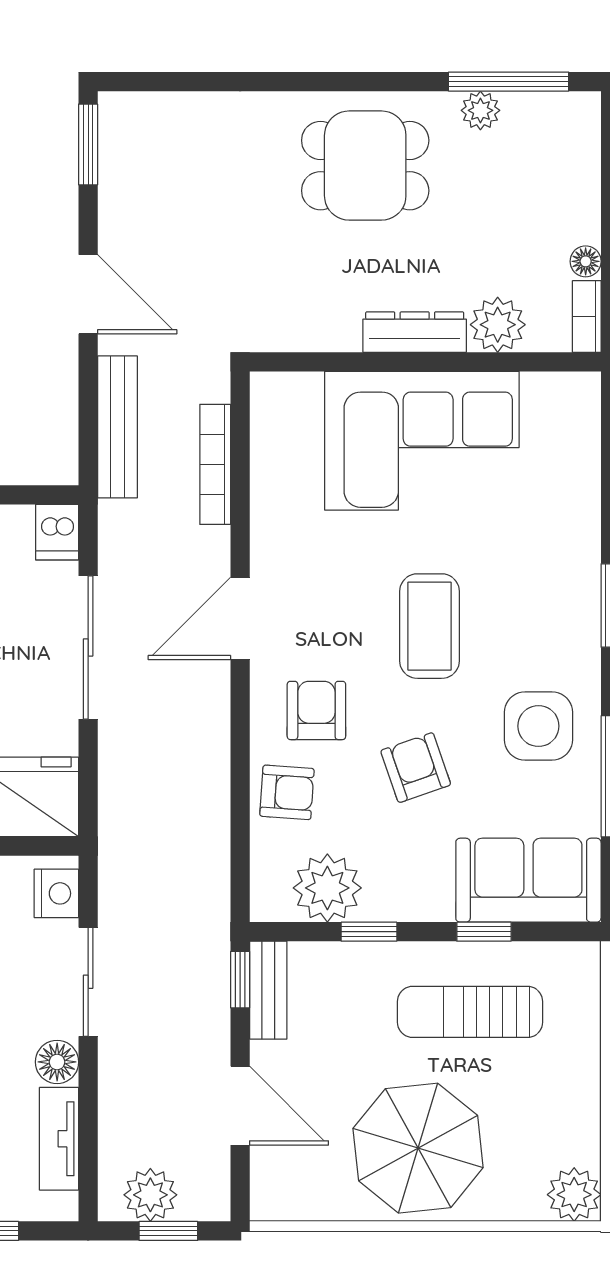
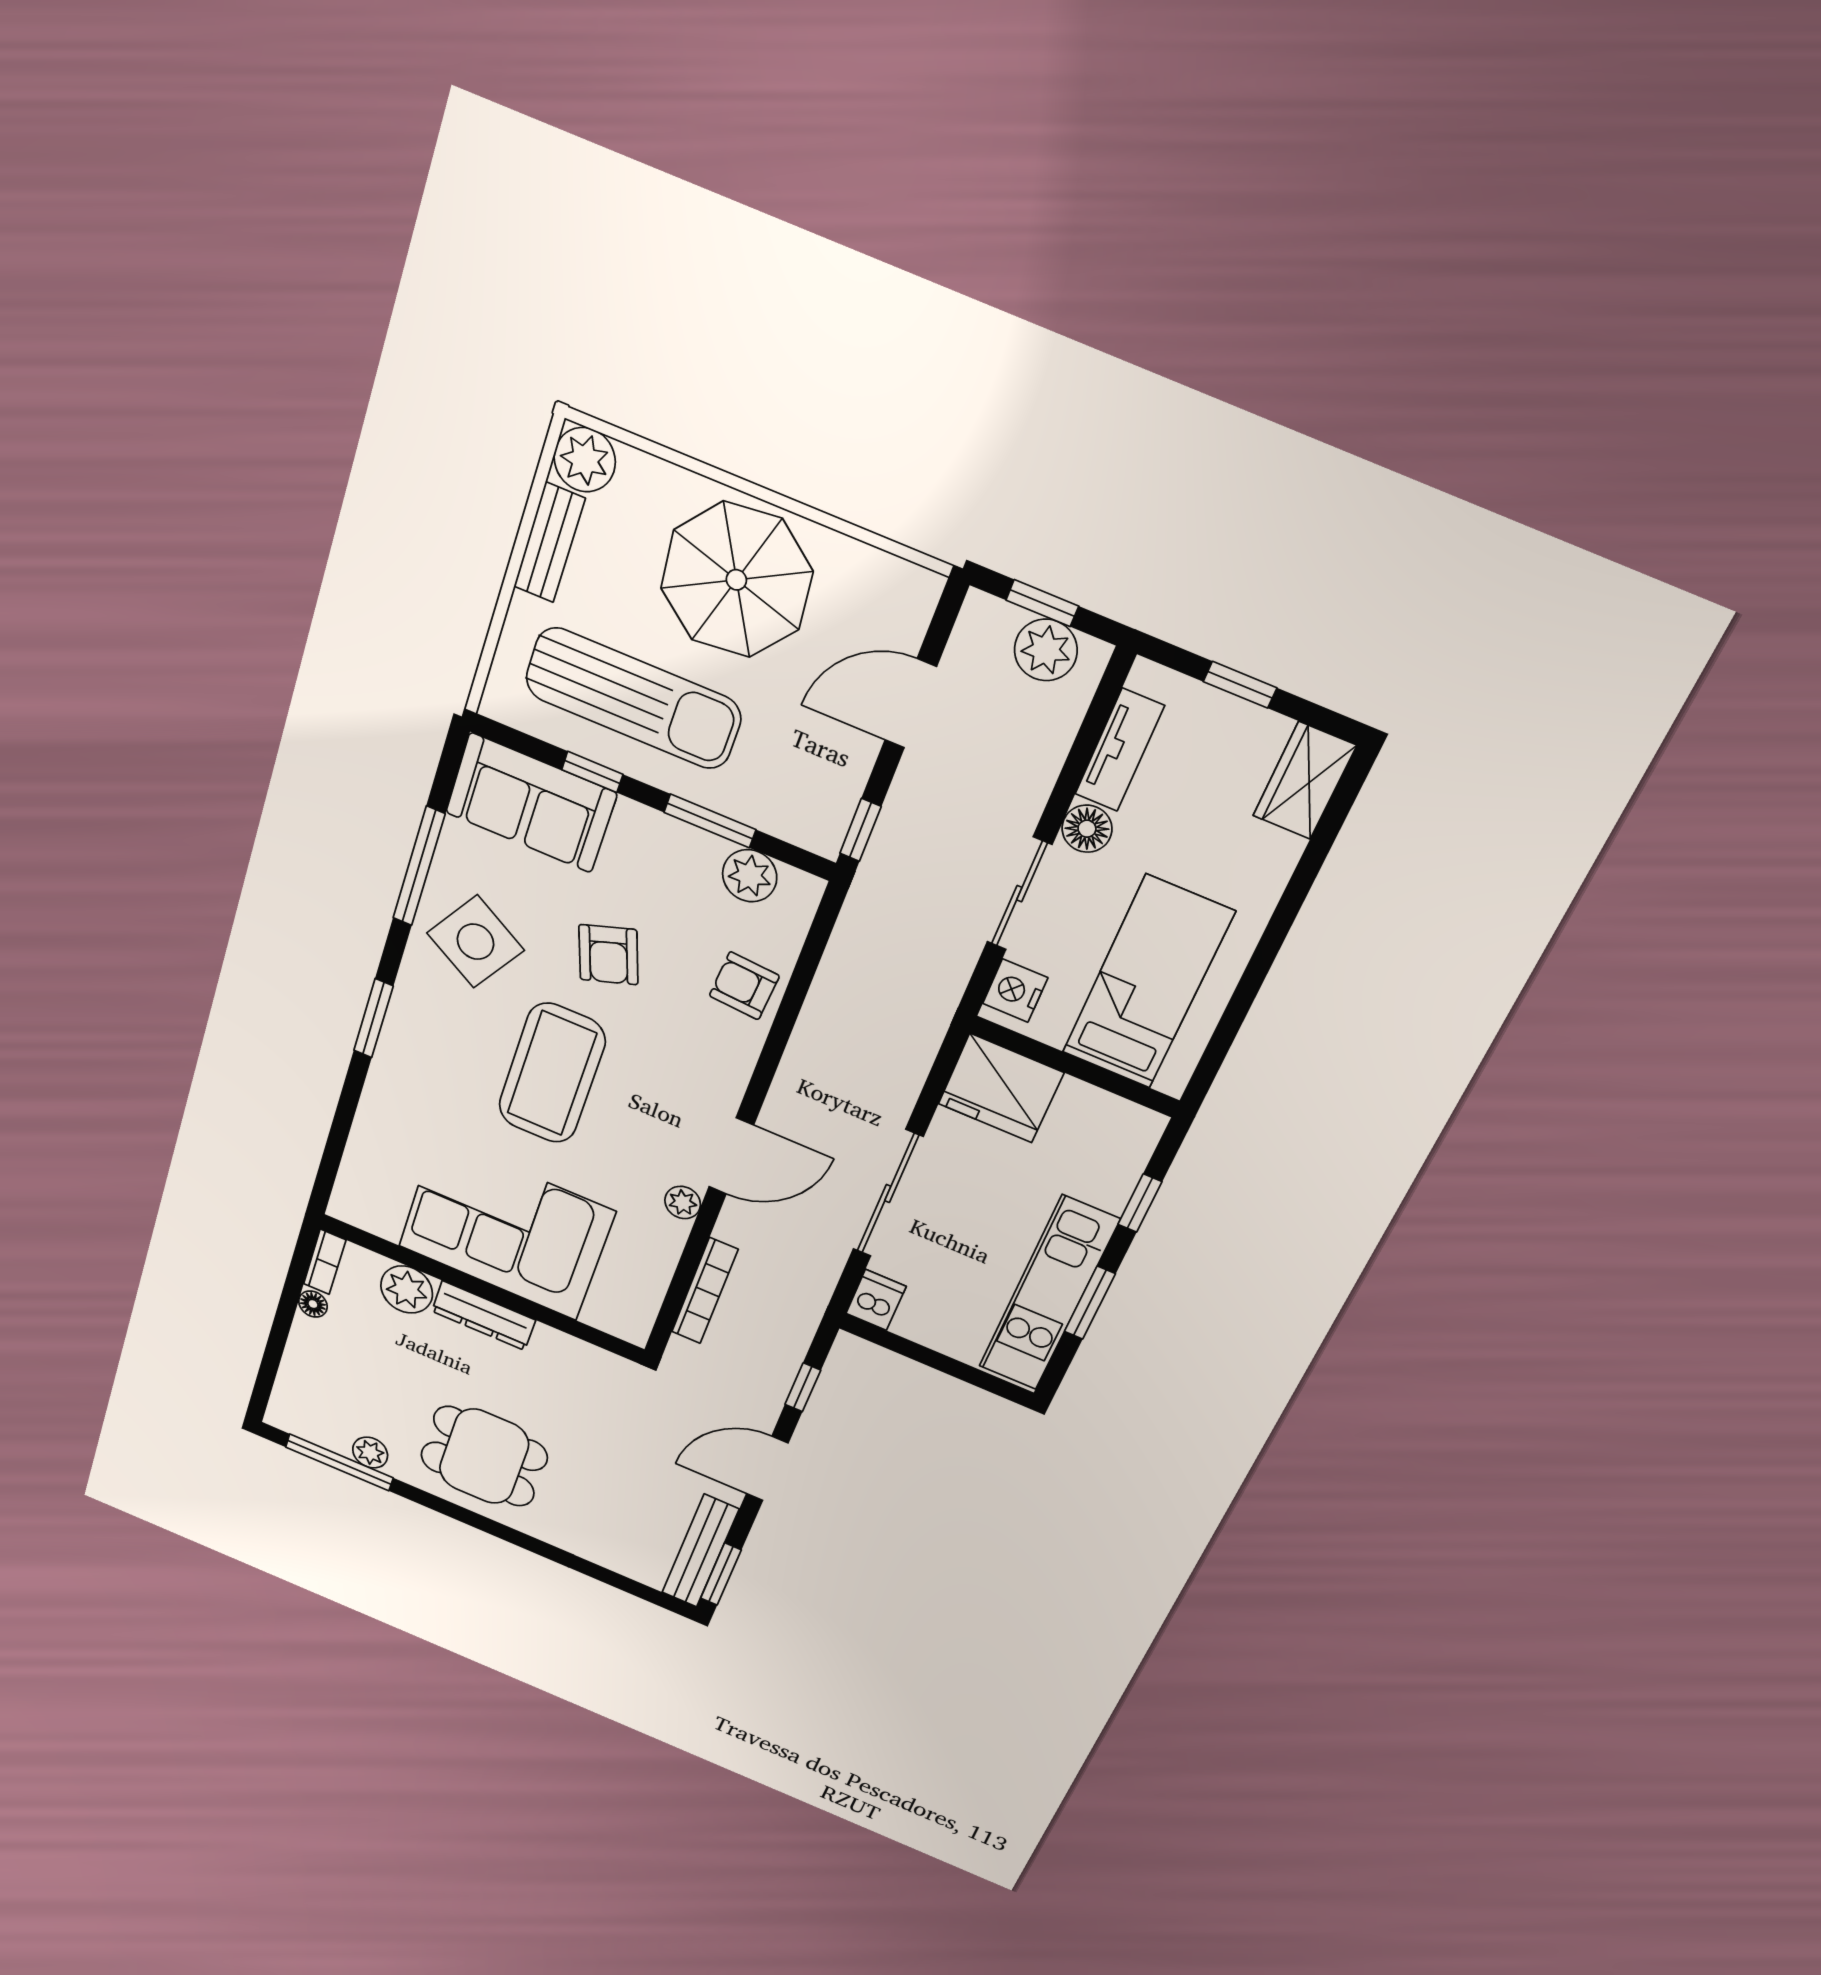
door: (88, 294) -> (767, 1468), hinge flipped
window: (88, 404) -> (803, 1387), added
bench: (117, 427) -> (700, 1551), moved
plant: (267, 549) -> (683, 1202), added
coffee table: (430, 626) -> (552, 1073), width x1.36, depth x1.32
armchair: (316, 710) -> (688, 1046), removed
side table: (538, 726) -> (475, 942), turned 31
plant: (327, 888) -> (750, 876), width x0.73, depth x0.73
window: (369, 932) -> (710, 821), width x1.50
bench: (268, 990) -> (549, 543), moved
sun lounger: (470, 1012) -> (633, 698), width x1.36, depth x1.34
door: (240, 1106) -> (911, 703), hinge flipped

